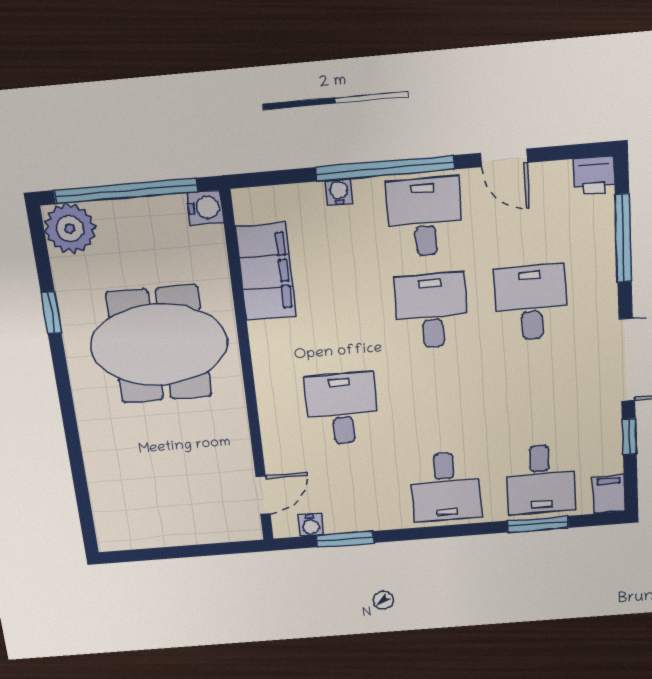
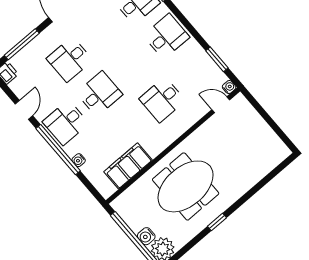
water cooler: (205, 208) -> (146, 236), moved, turned -90
desk: (432, 311) -> (99, 94), turned 180
window: (51, 313) -> (217, 222), moved
meeting table: (159, 345) -> (186, 186), turned 90
water cooler: (311, 525) -> (229, 87), moved

